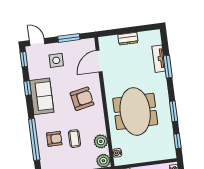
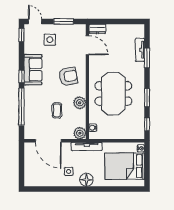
dresser: (128, 39) -> (97, 29), moved
door: (99, 61) -> (87, 45), swing flipped
window: (28, 88) -> (21, 76), moved
armchair: (54, 139) -> (39, 108), removed
plant: (101, 141) -> (80, 103), moved

